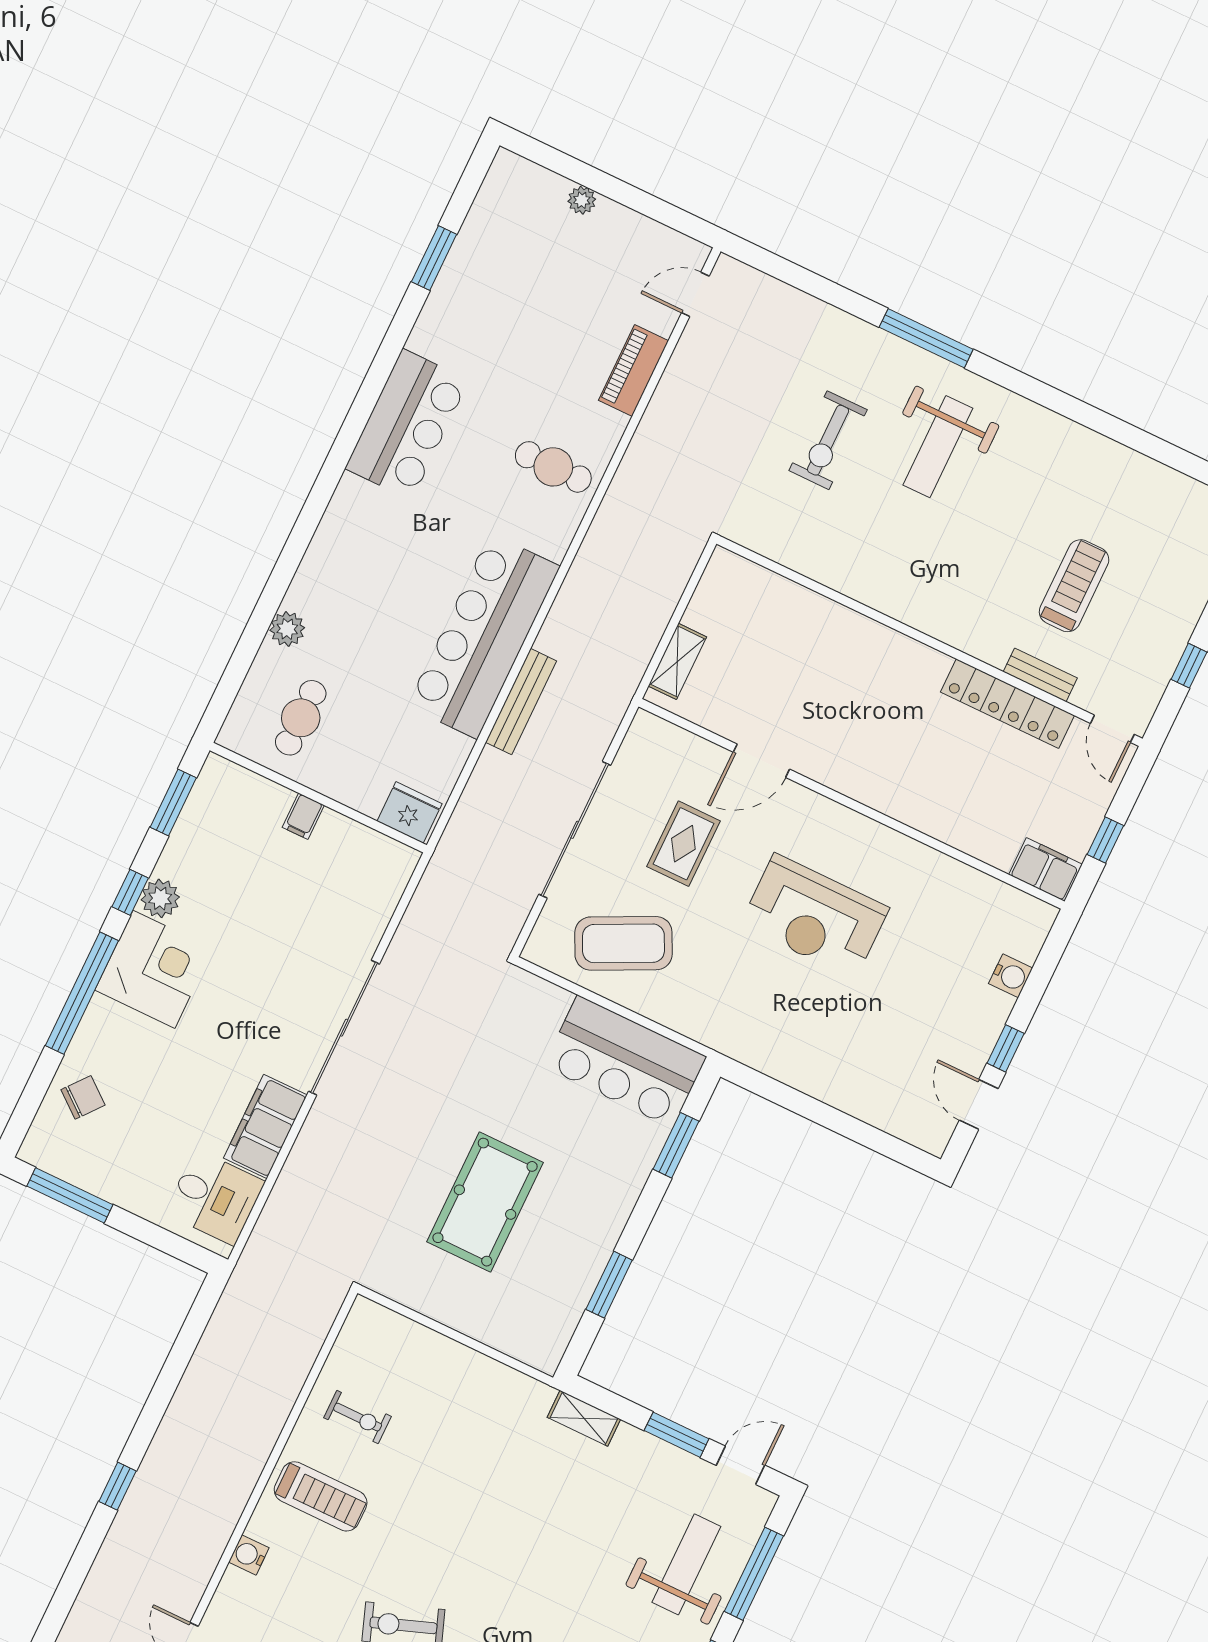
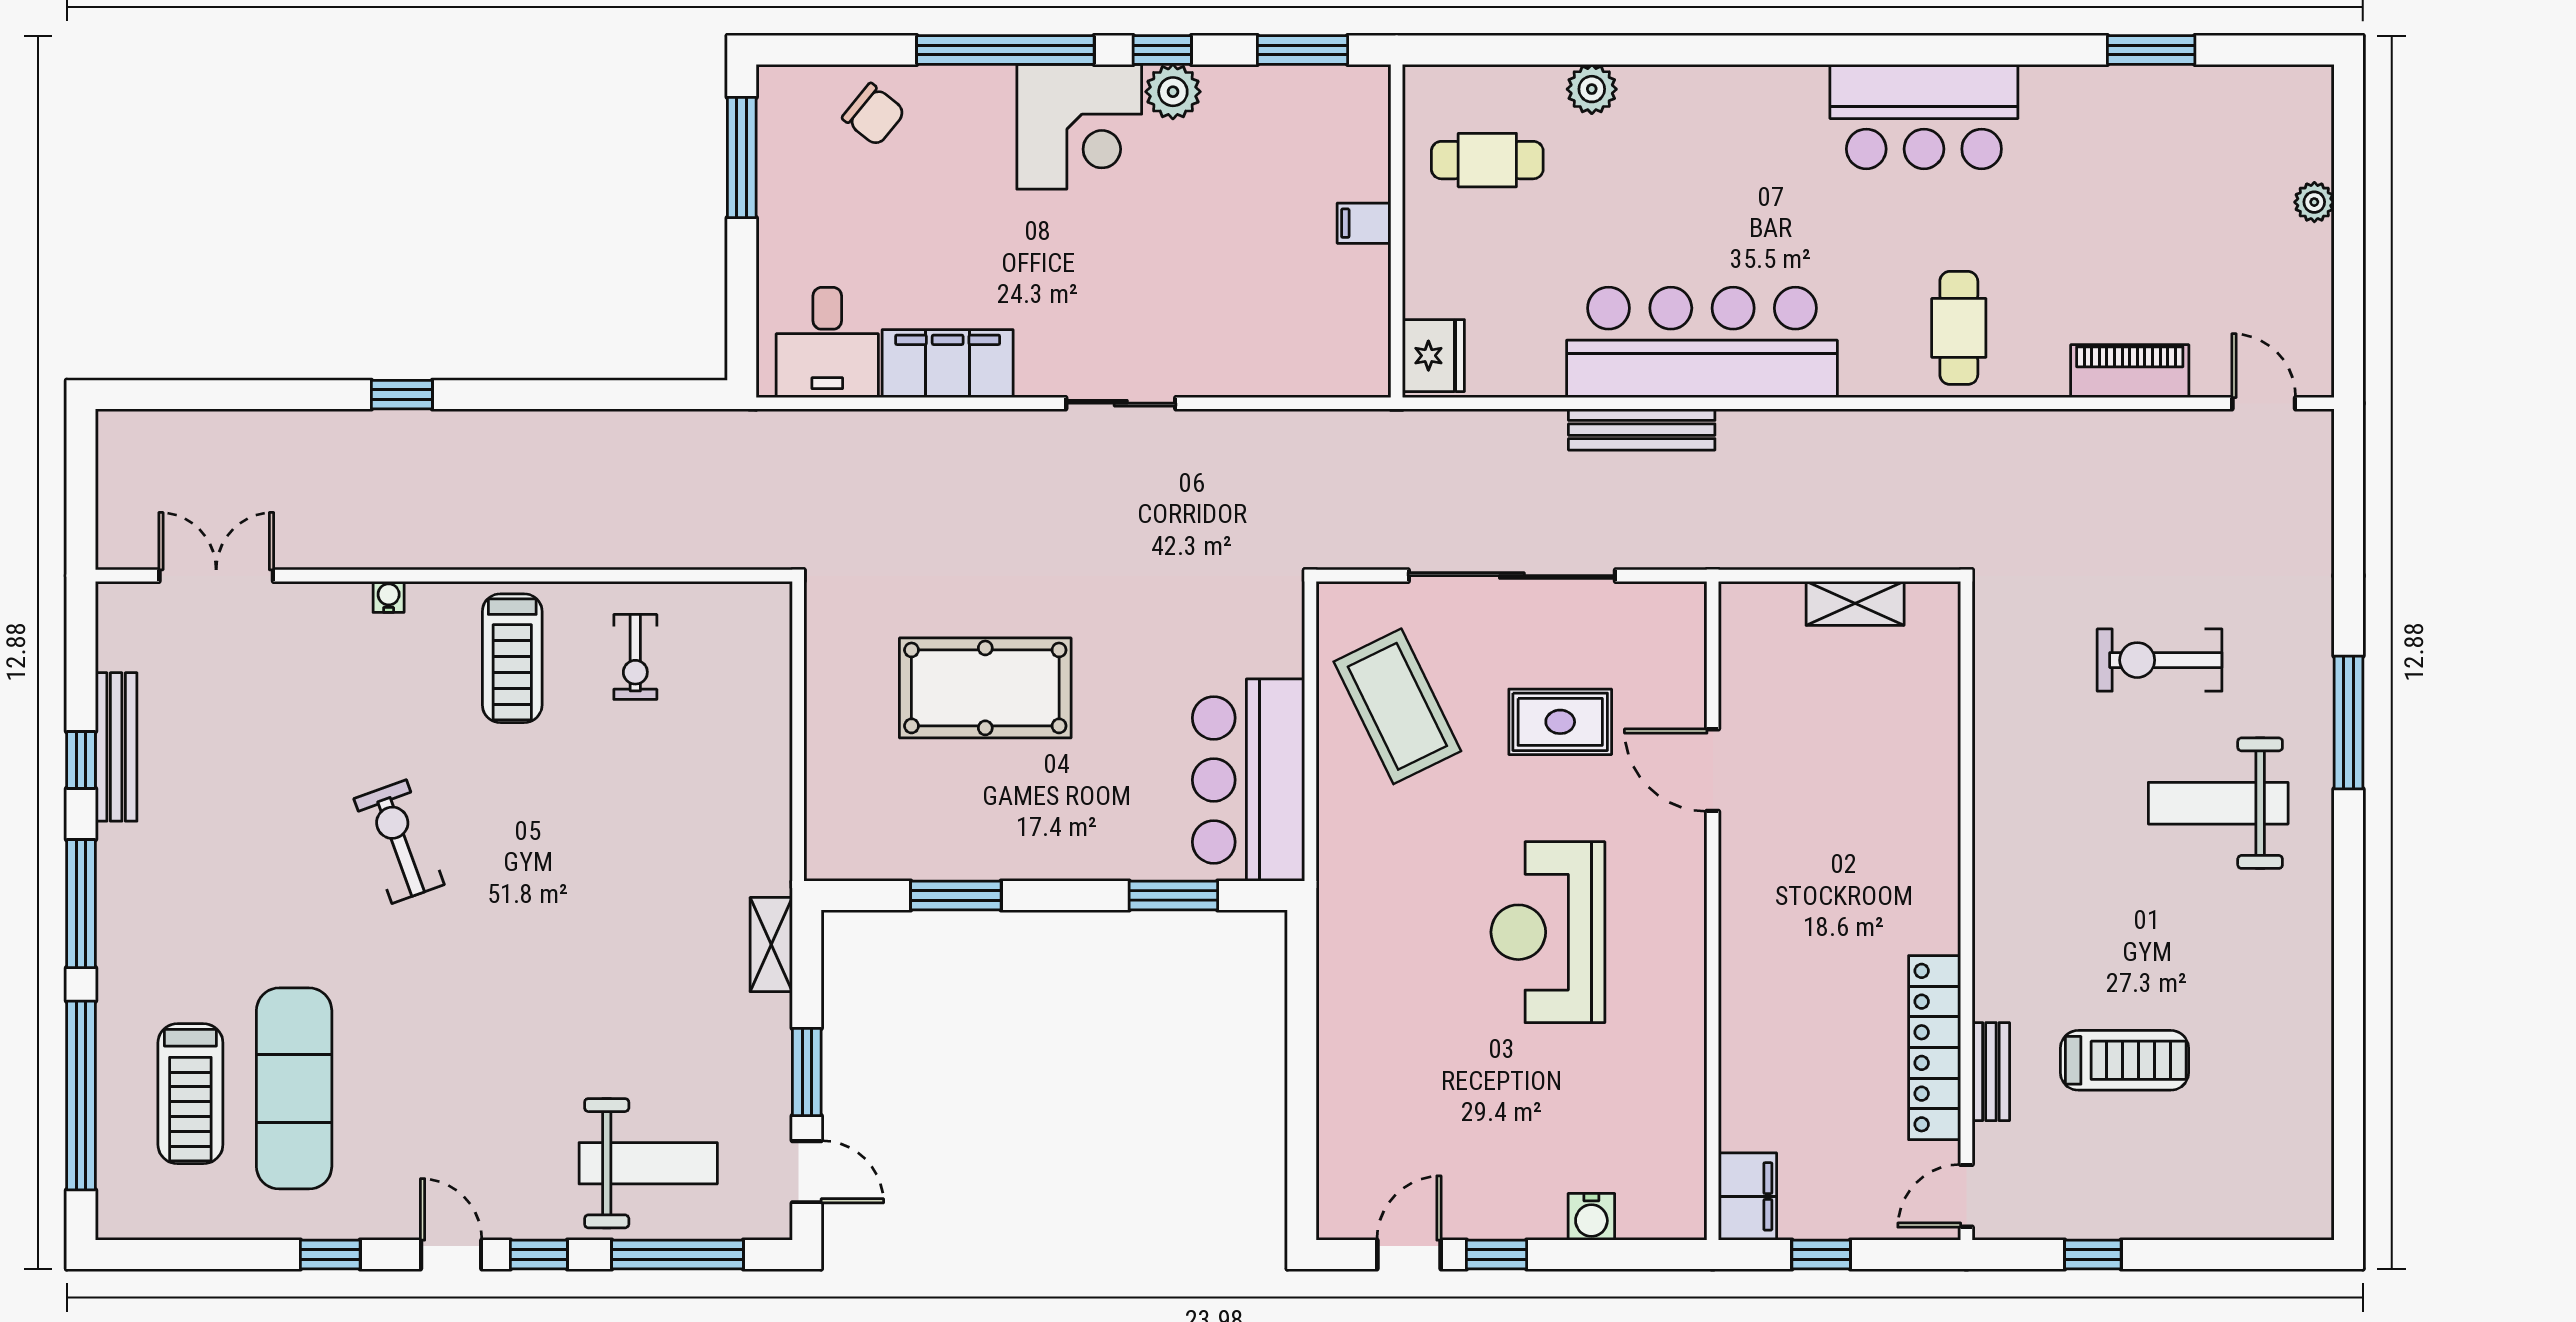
shelving: (677, 661) -> (1855, 603), moved
sliding door: (344, 1028) -> (1121, 403), width x0.54
water cooler: (249, 1555) -> (389, 597), width x0.72, depth x0.72

